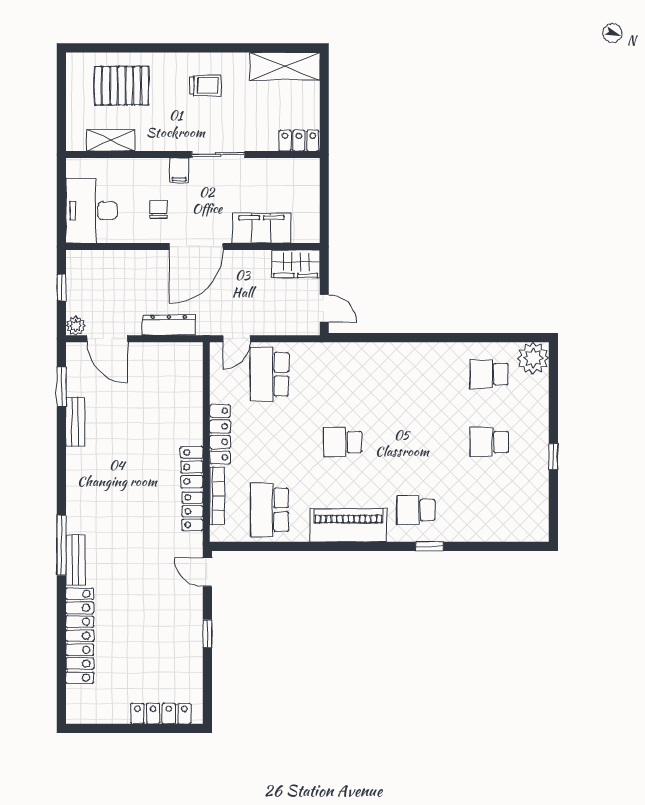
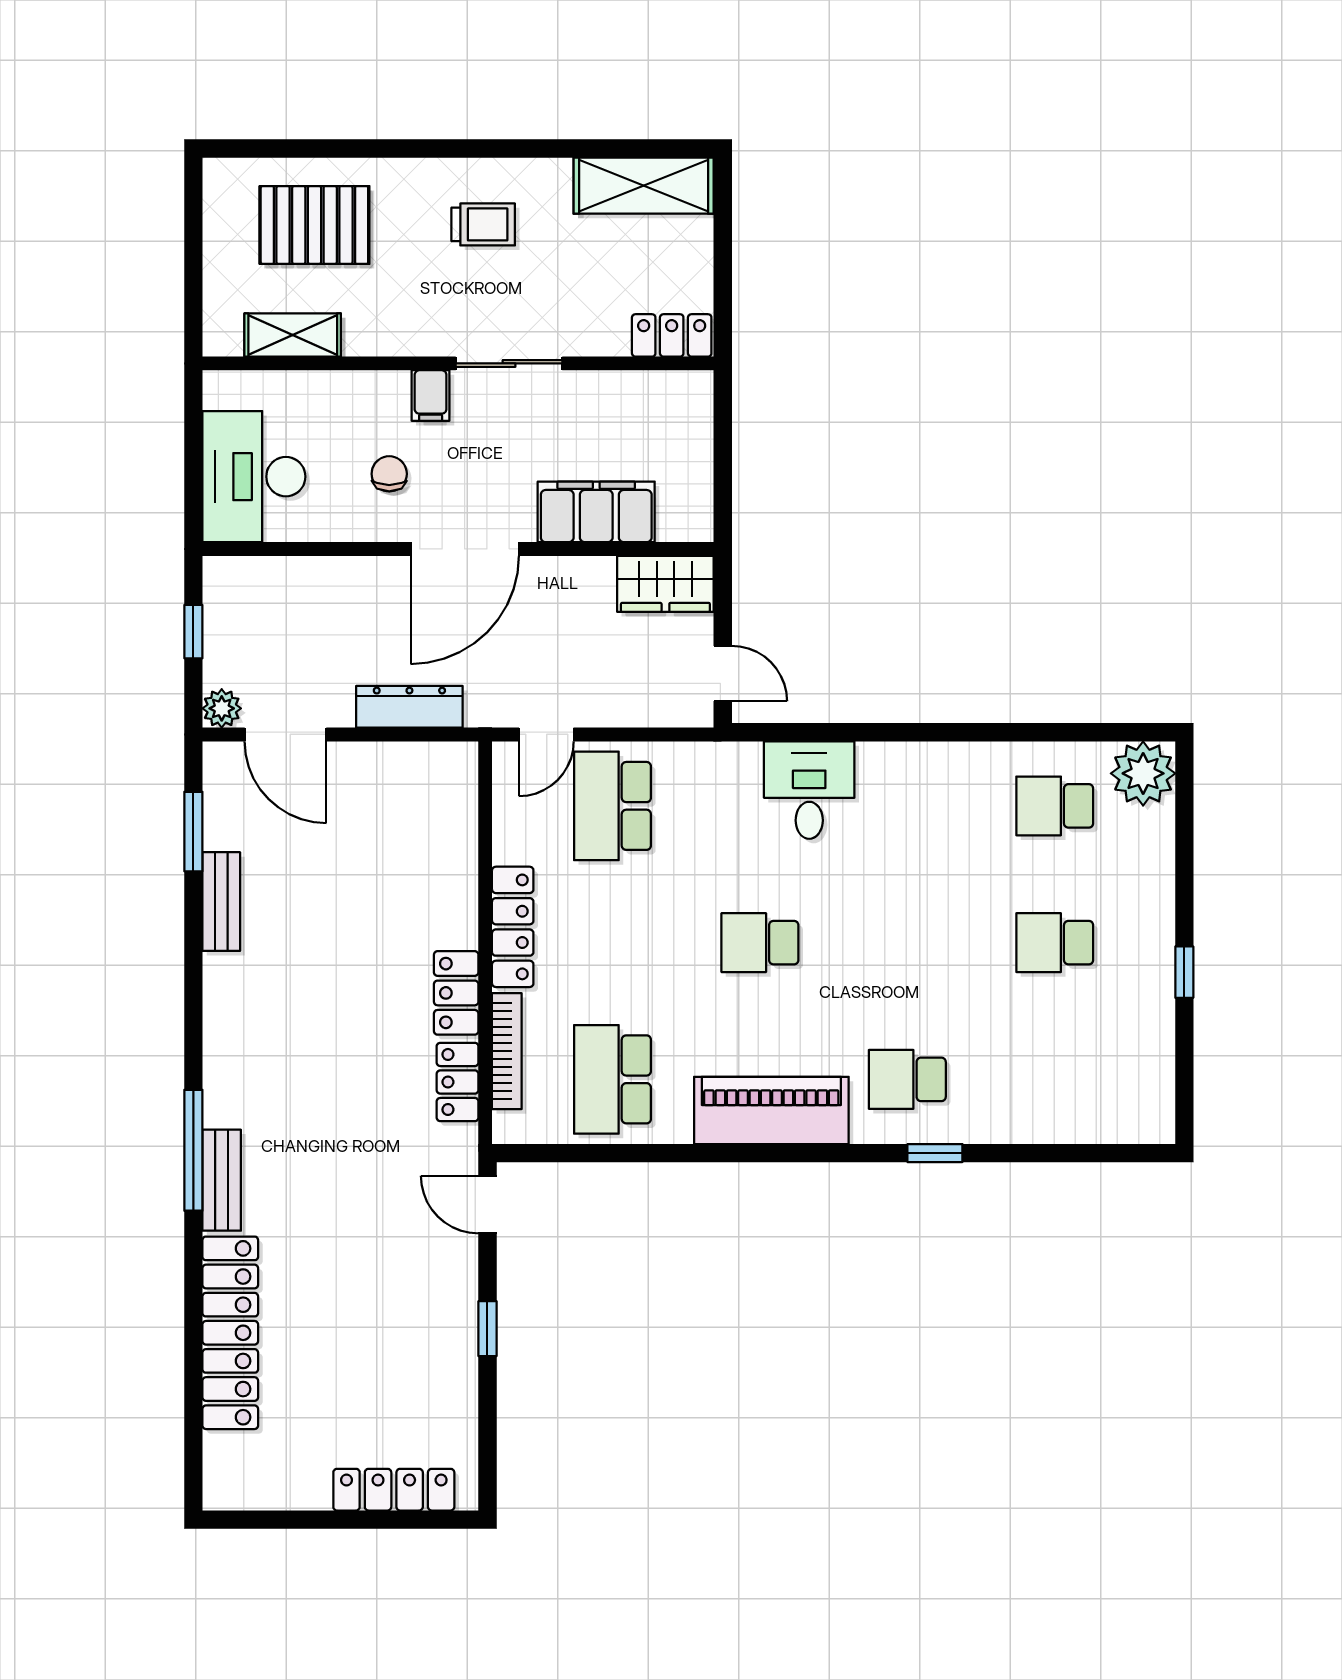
desk: (367, 366) -> (809, 790), added

